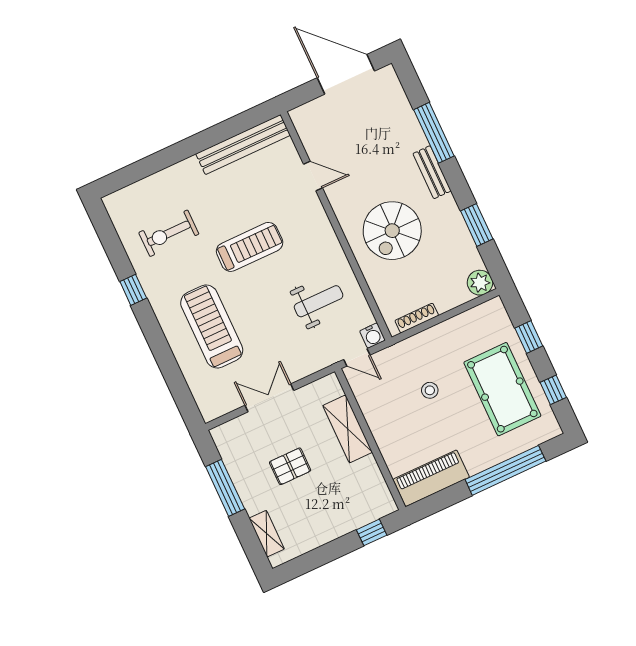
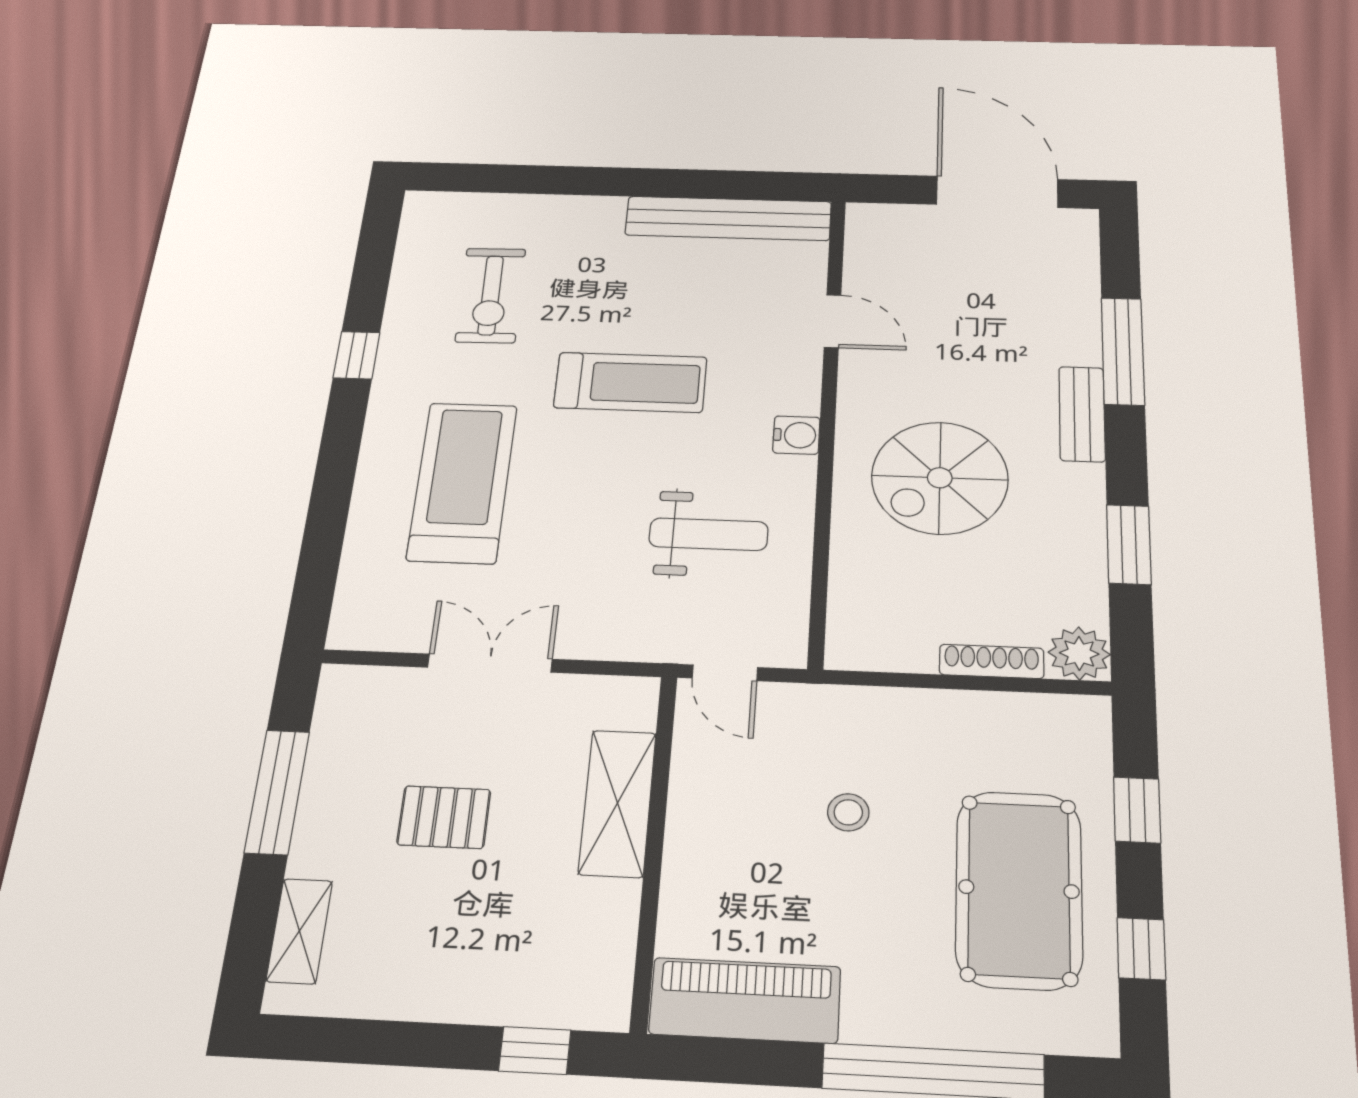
exercise bike: (169, 233) -> (491, 295), turned -91
shoe rack: (417, 318) -> (992, 661), moved
water cooler: (373, 336) -> (796, 435), moved, turned -90

